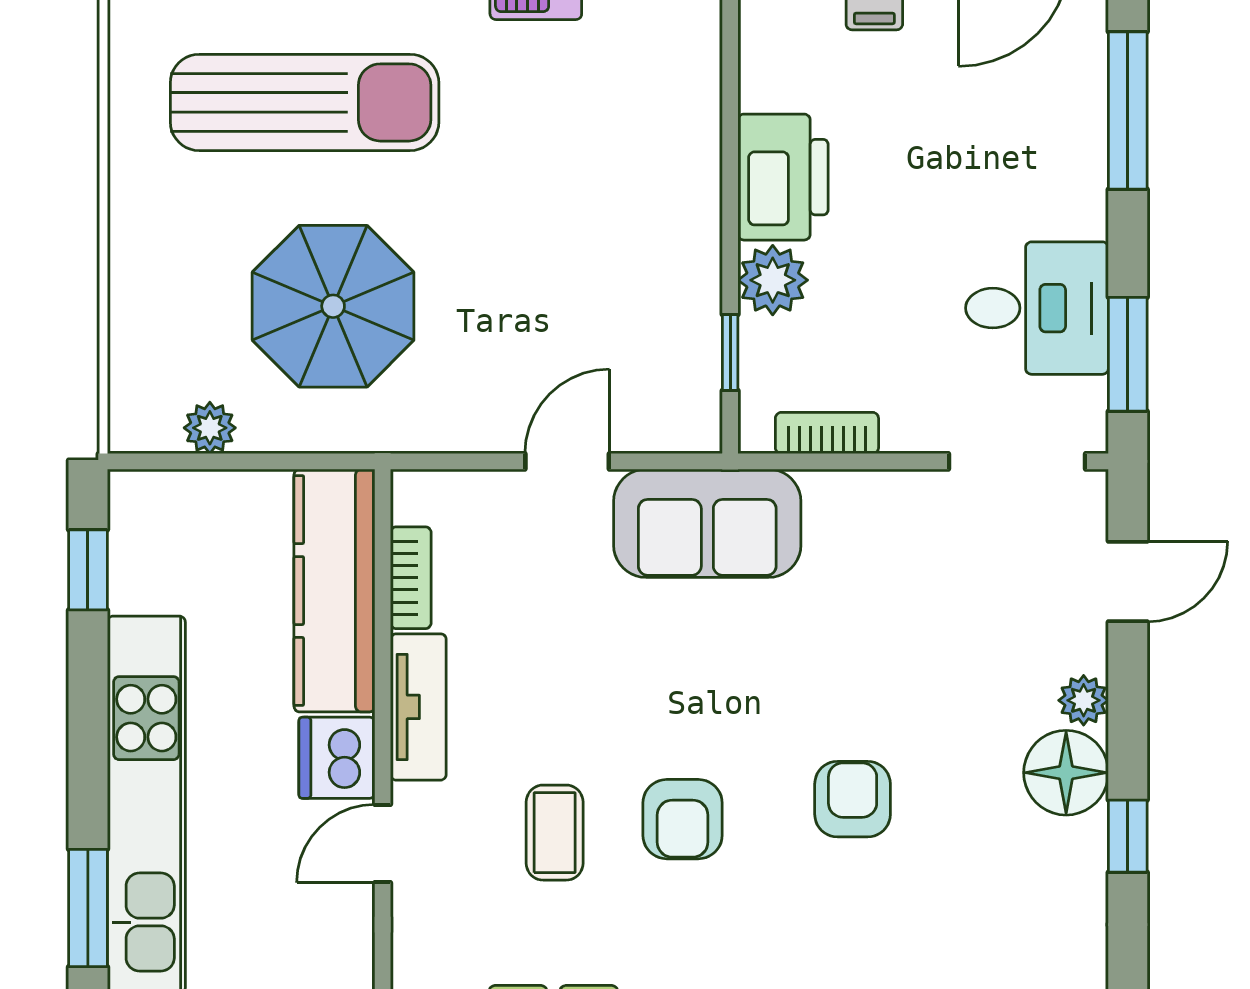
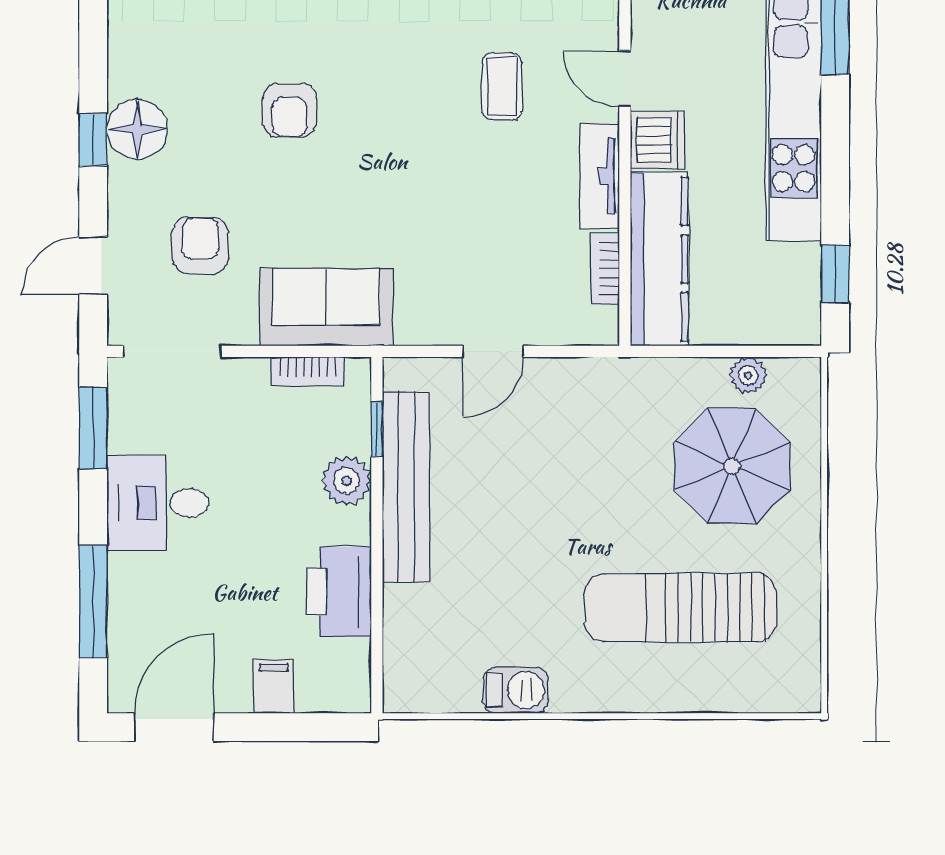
printer: (783, 177) -> (339, 592), moved
bench: (689, 271) -> (406, 487), added
parasol: (333, 306) -> (732, 466), moved
desk: (1037, 308) -> (158, 503), moved
sofa: (707, 523) -> (326, 307), moved
plant: (1084, 700) -> (125, 181), removed
armchair: (683, 819) -> (200, 245), moved
window: (1128, 836) -> (93, 140), moved
door: (383, 844) -> (625, 79), swing flipped

